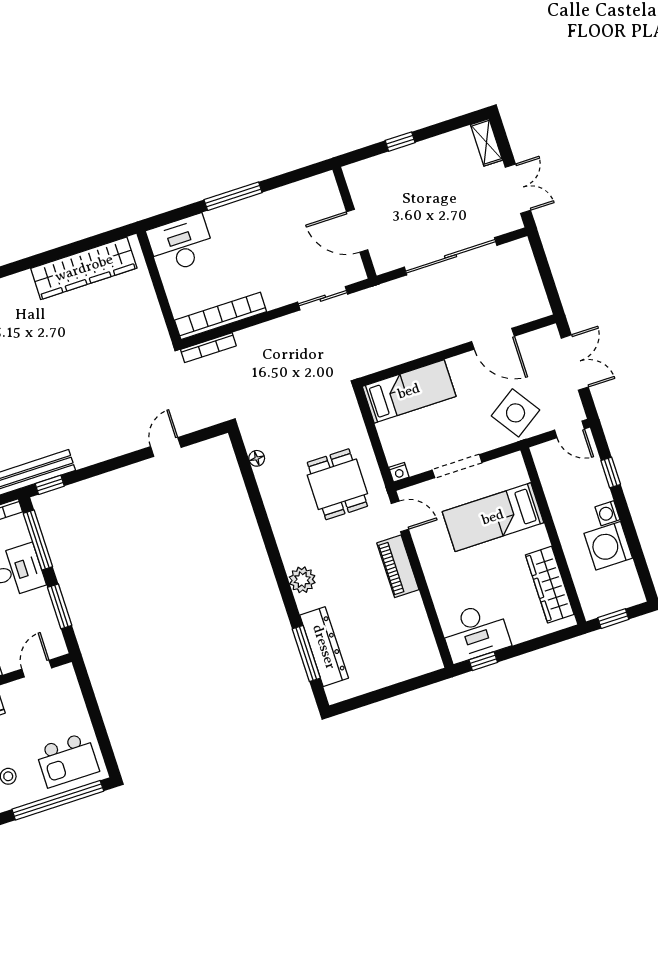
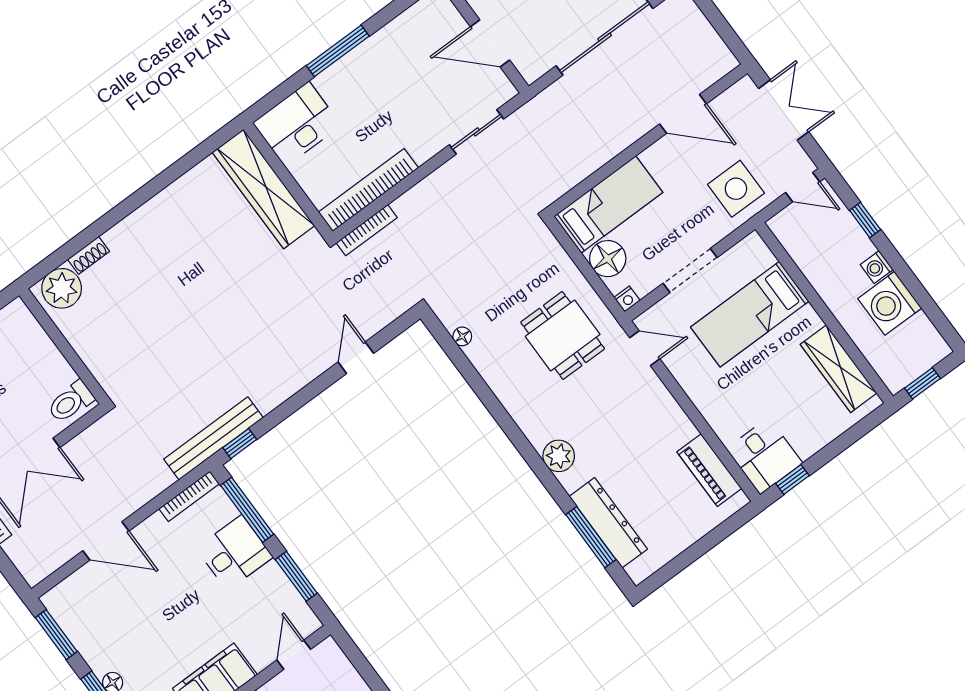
wardrobe: (84, 268) -> (263, 189), moved, turned 90
side table: (516, 413) -> (736, 189), turned 34
floor lamp: (394, 435) -> (608, 259), added
piano: (398, 566) -> (709, 470), moved
desk: (475, 632) -> (764, 456), width x0.73

